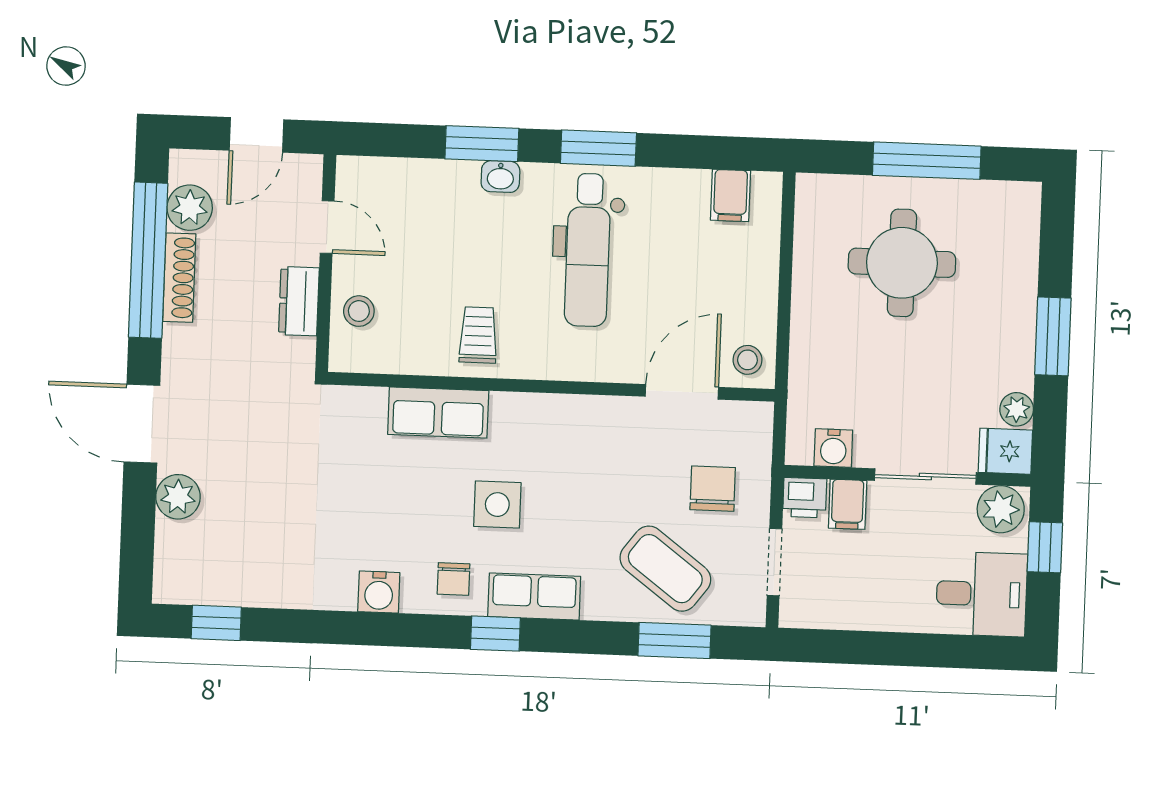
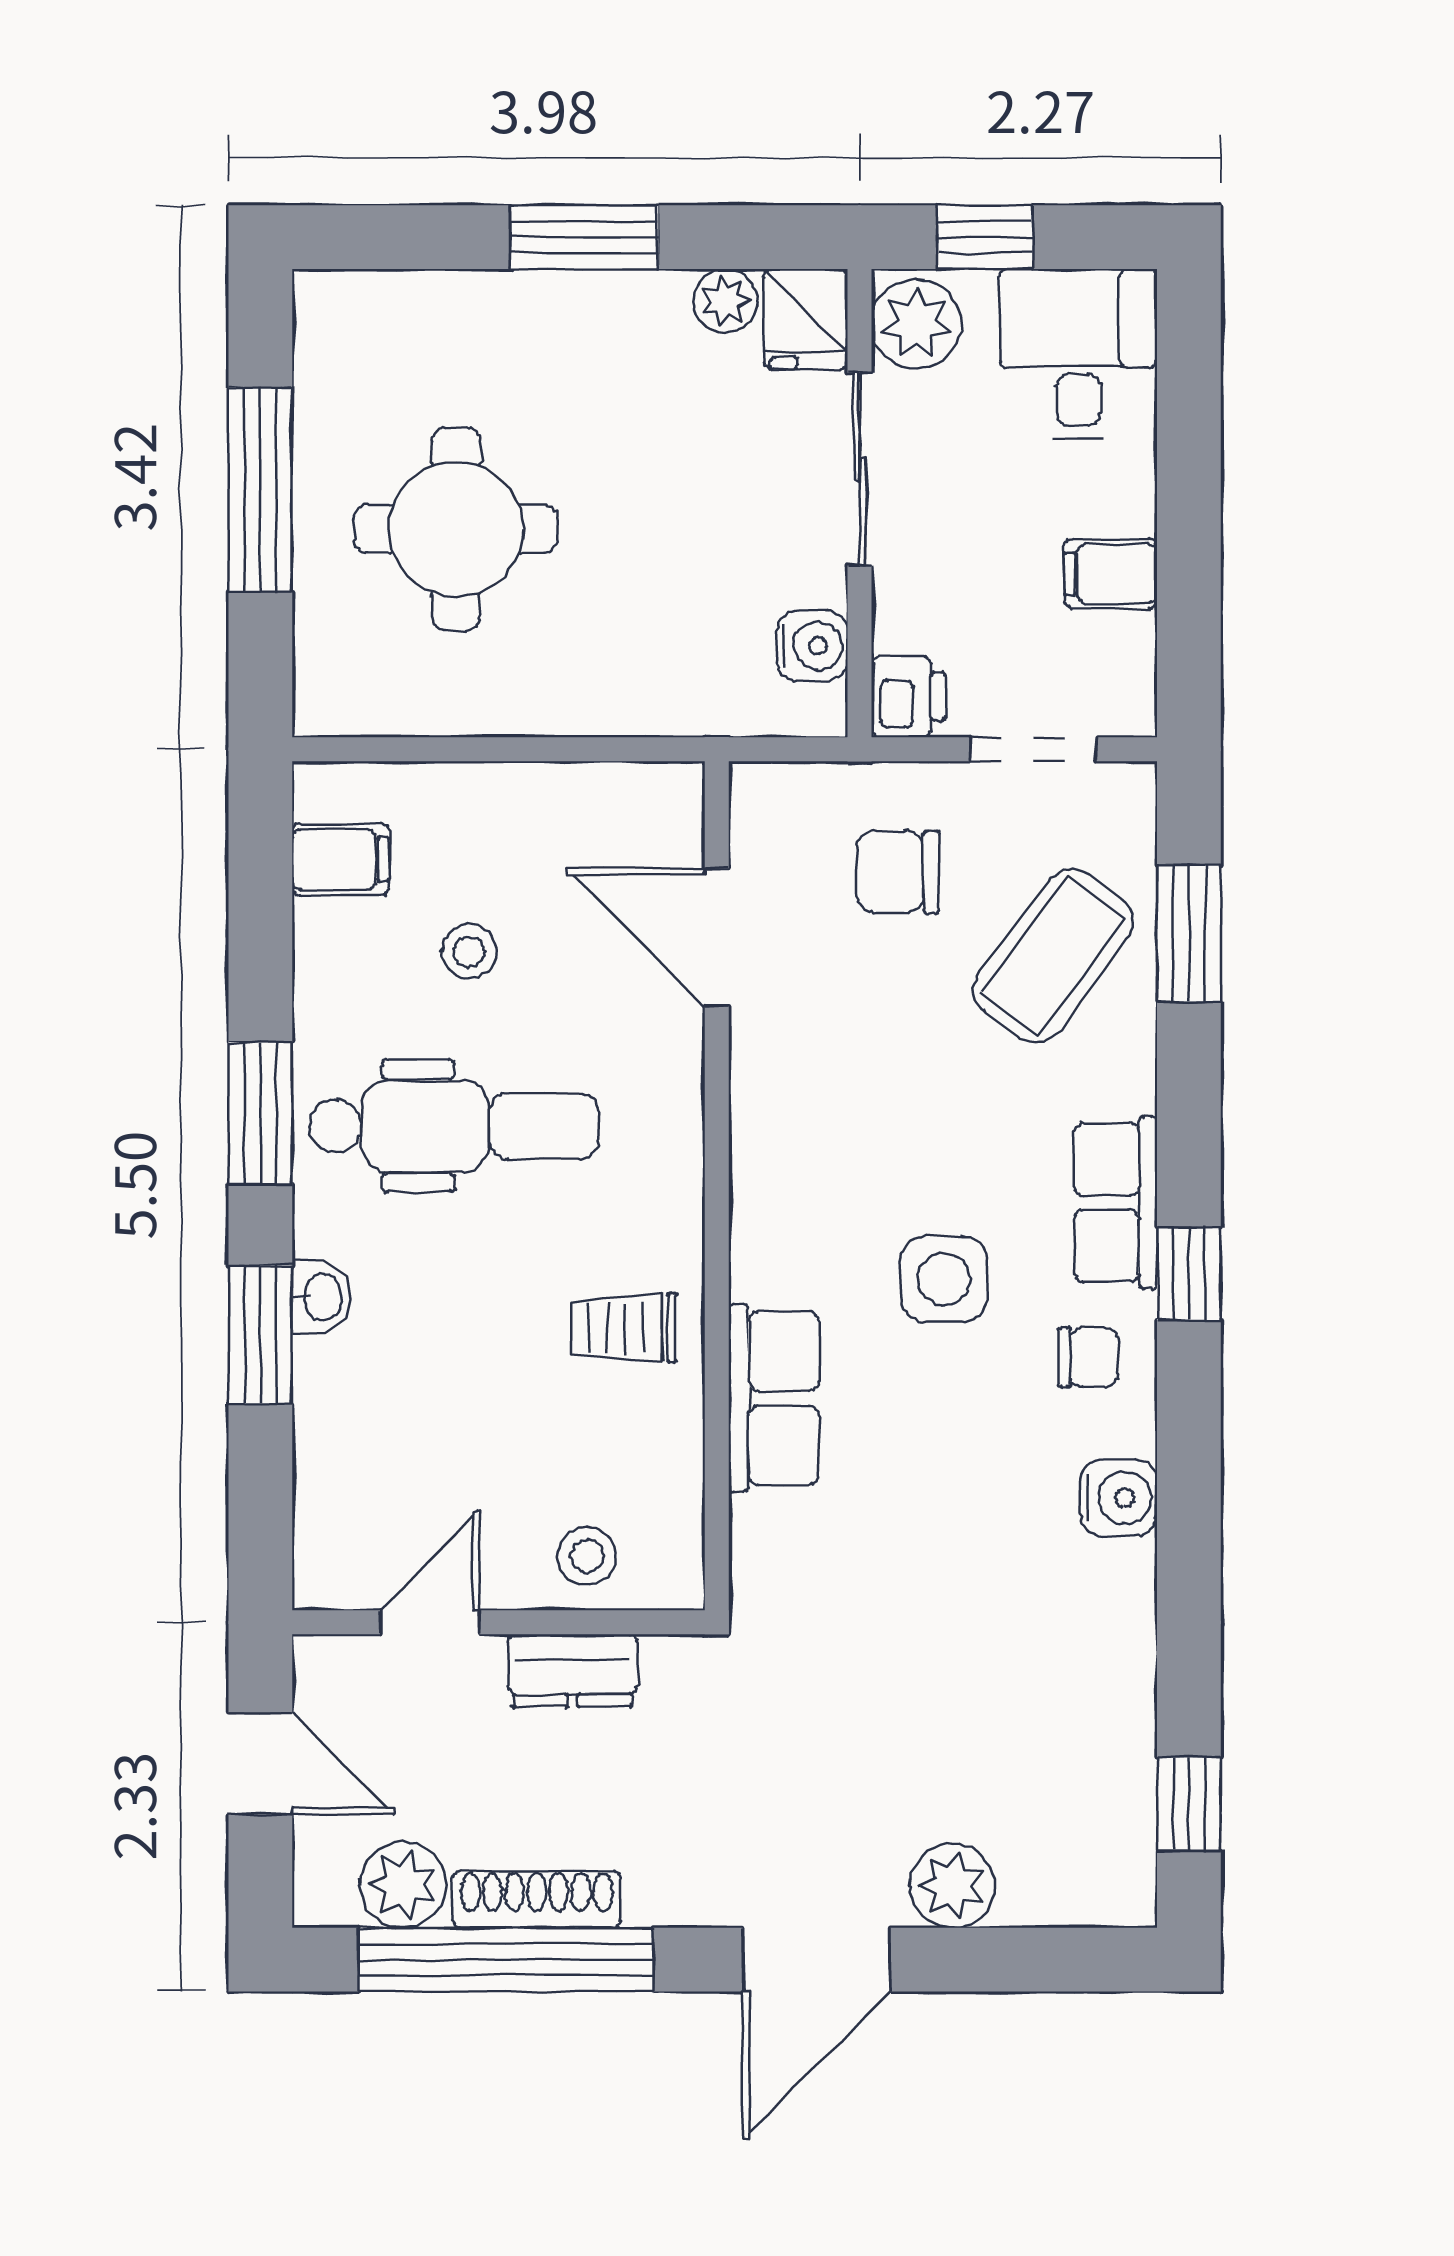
stool: (747, 360) -> (469, 952), moved
filing cabinet: (848, 504) -> (1111, 574), moved, turned 180

